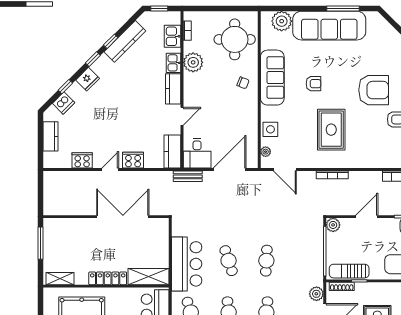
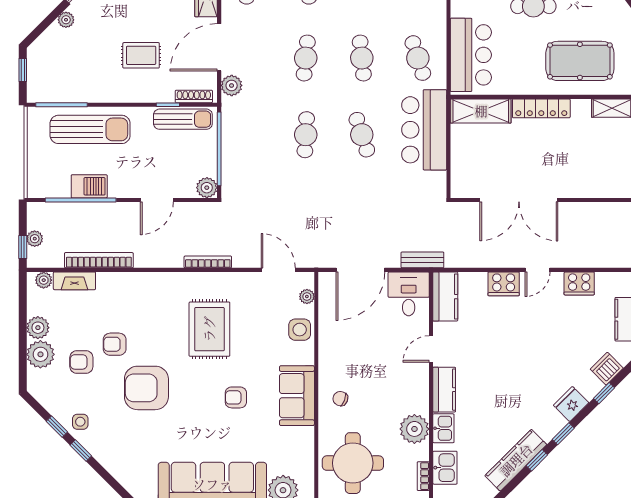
sofa: (272, 78) -> (297, 396), width x0.73

